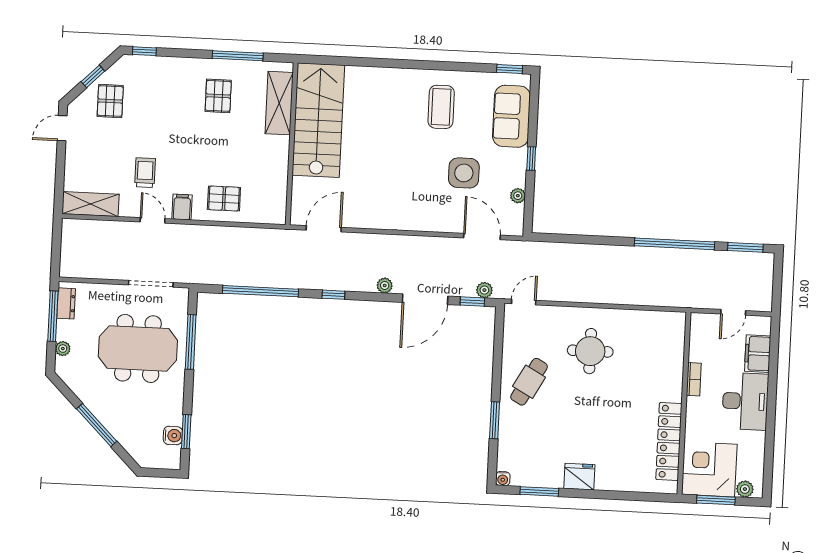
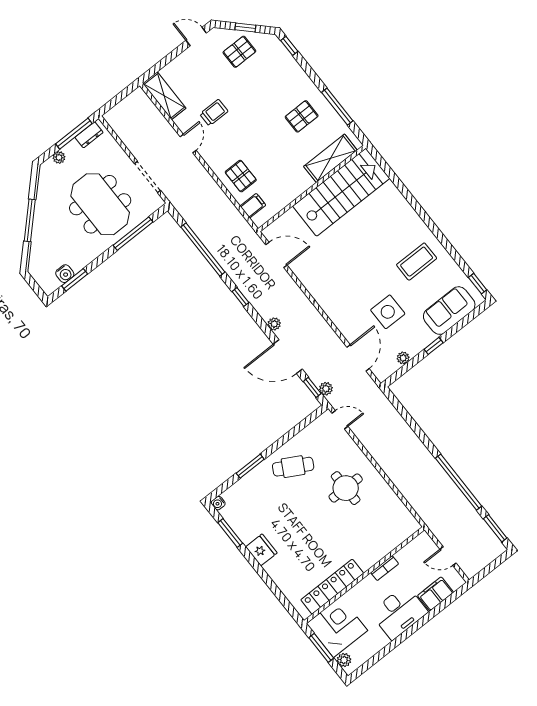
filing cabinet: (182, 207) -> (253, 206), moved

